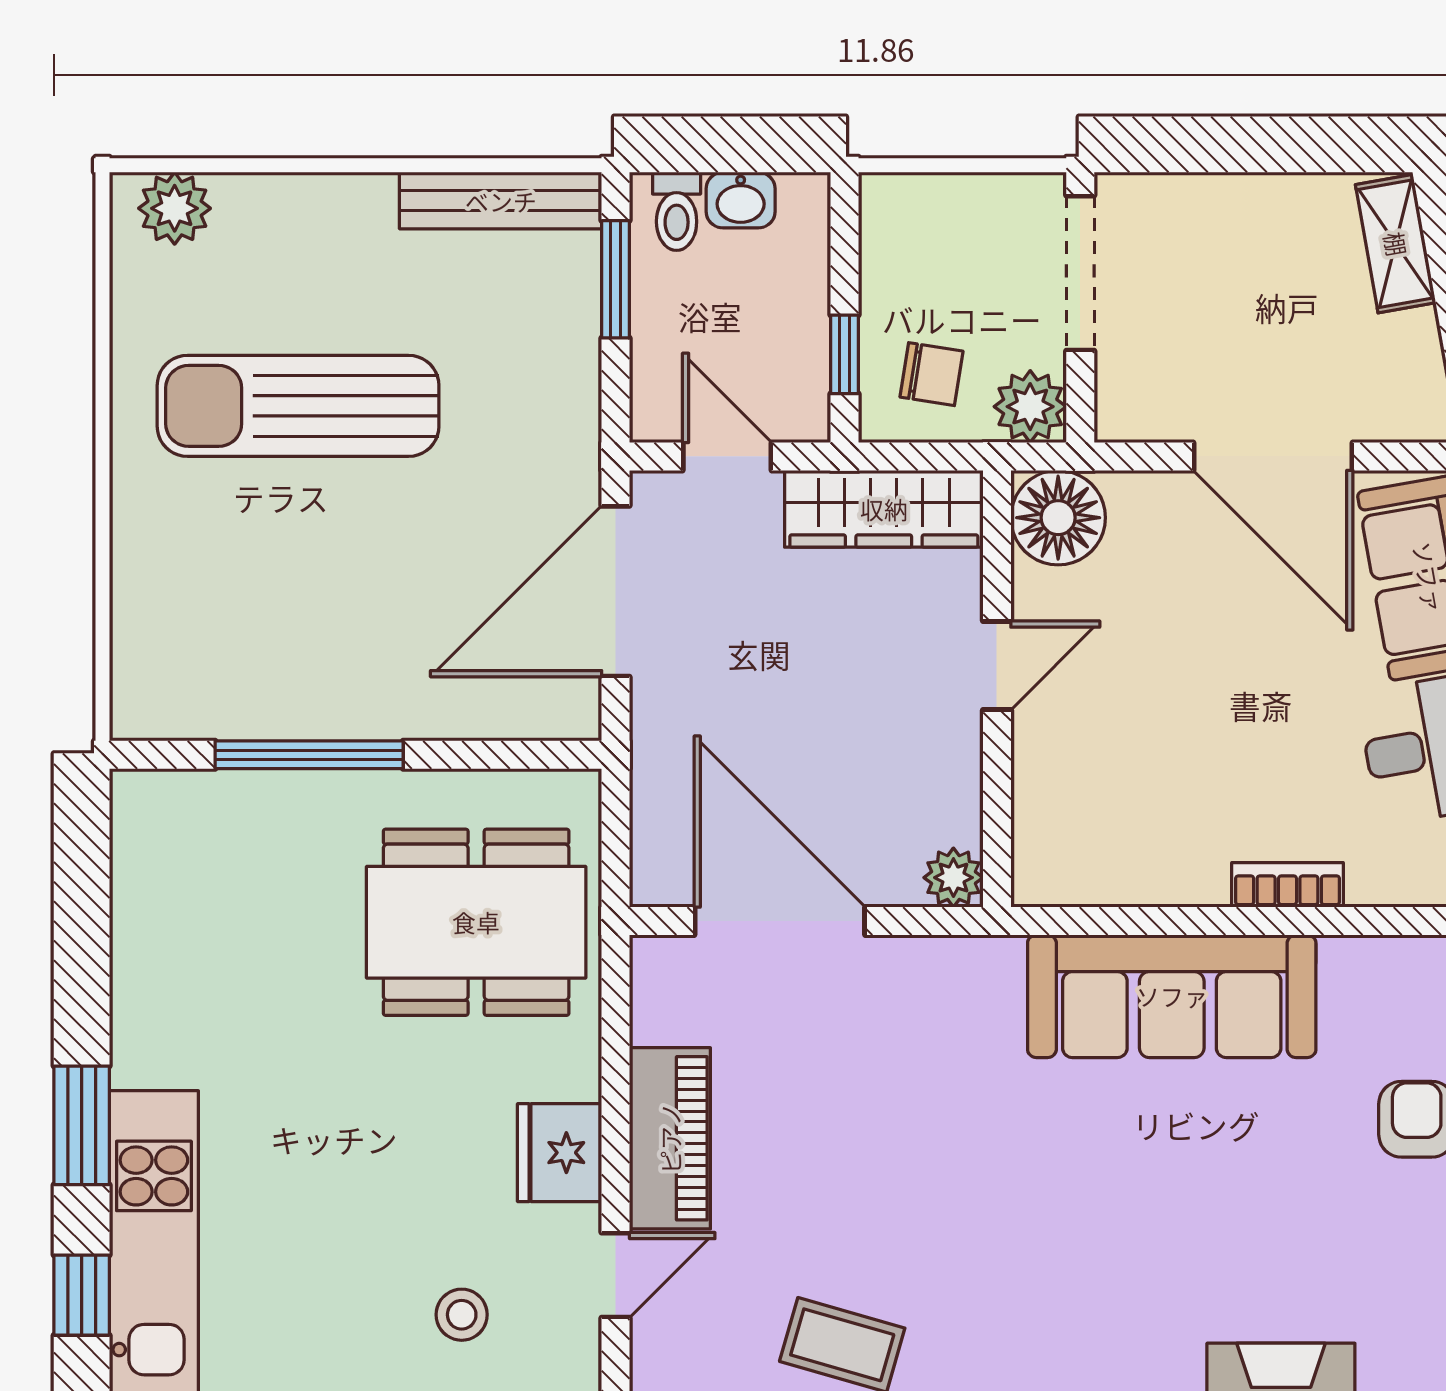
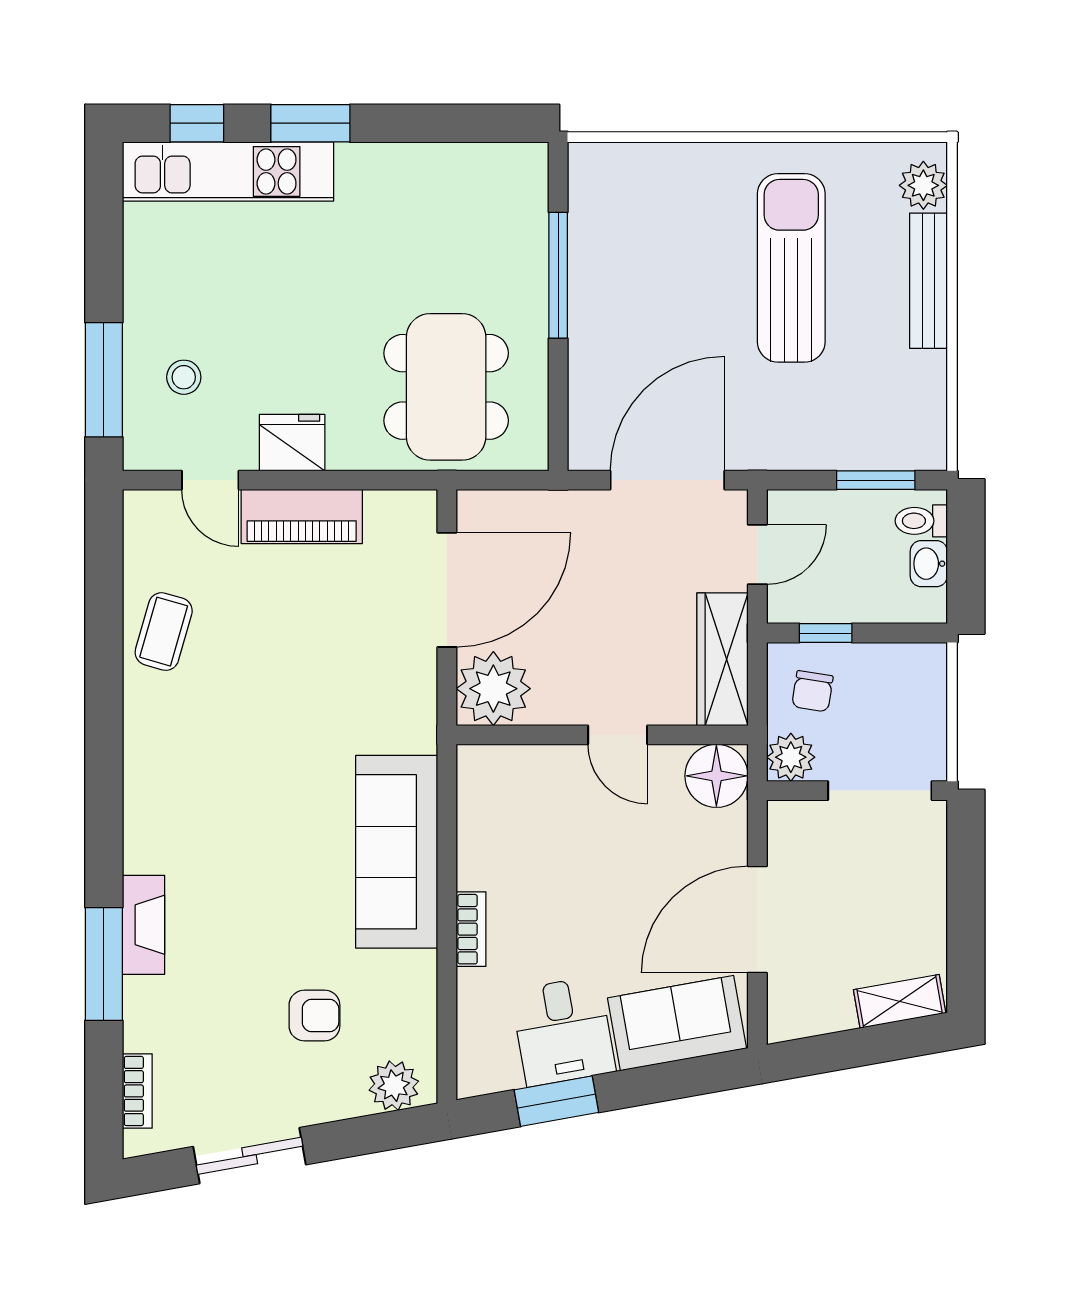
bench: (501, 201) -> (928, 281), moved
door: (616, 591) -> (667, 480), hinge flipped
plant: (953, 878) -> (493, 689), width x1.88, depth x1.88

